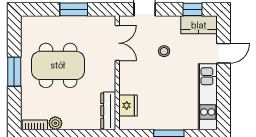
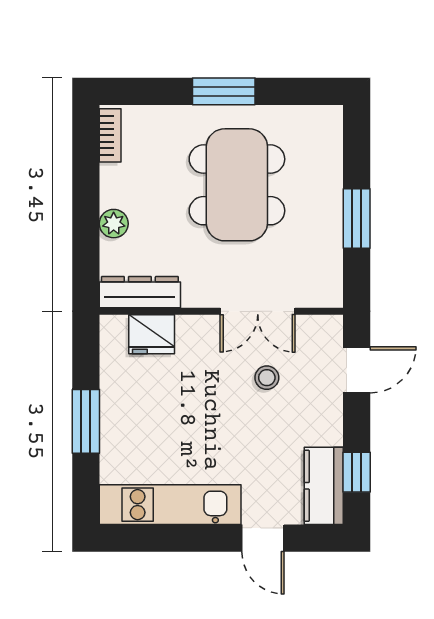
double door: (117, 43) -> (258, 311), moved
stool: (164, 51) -> (267, 378), moved
plant: (55, 123) -> (114, 224), moved

